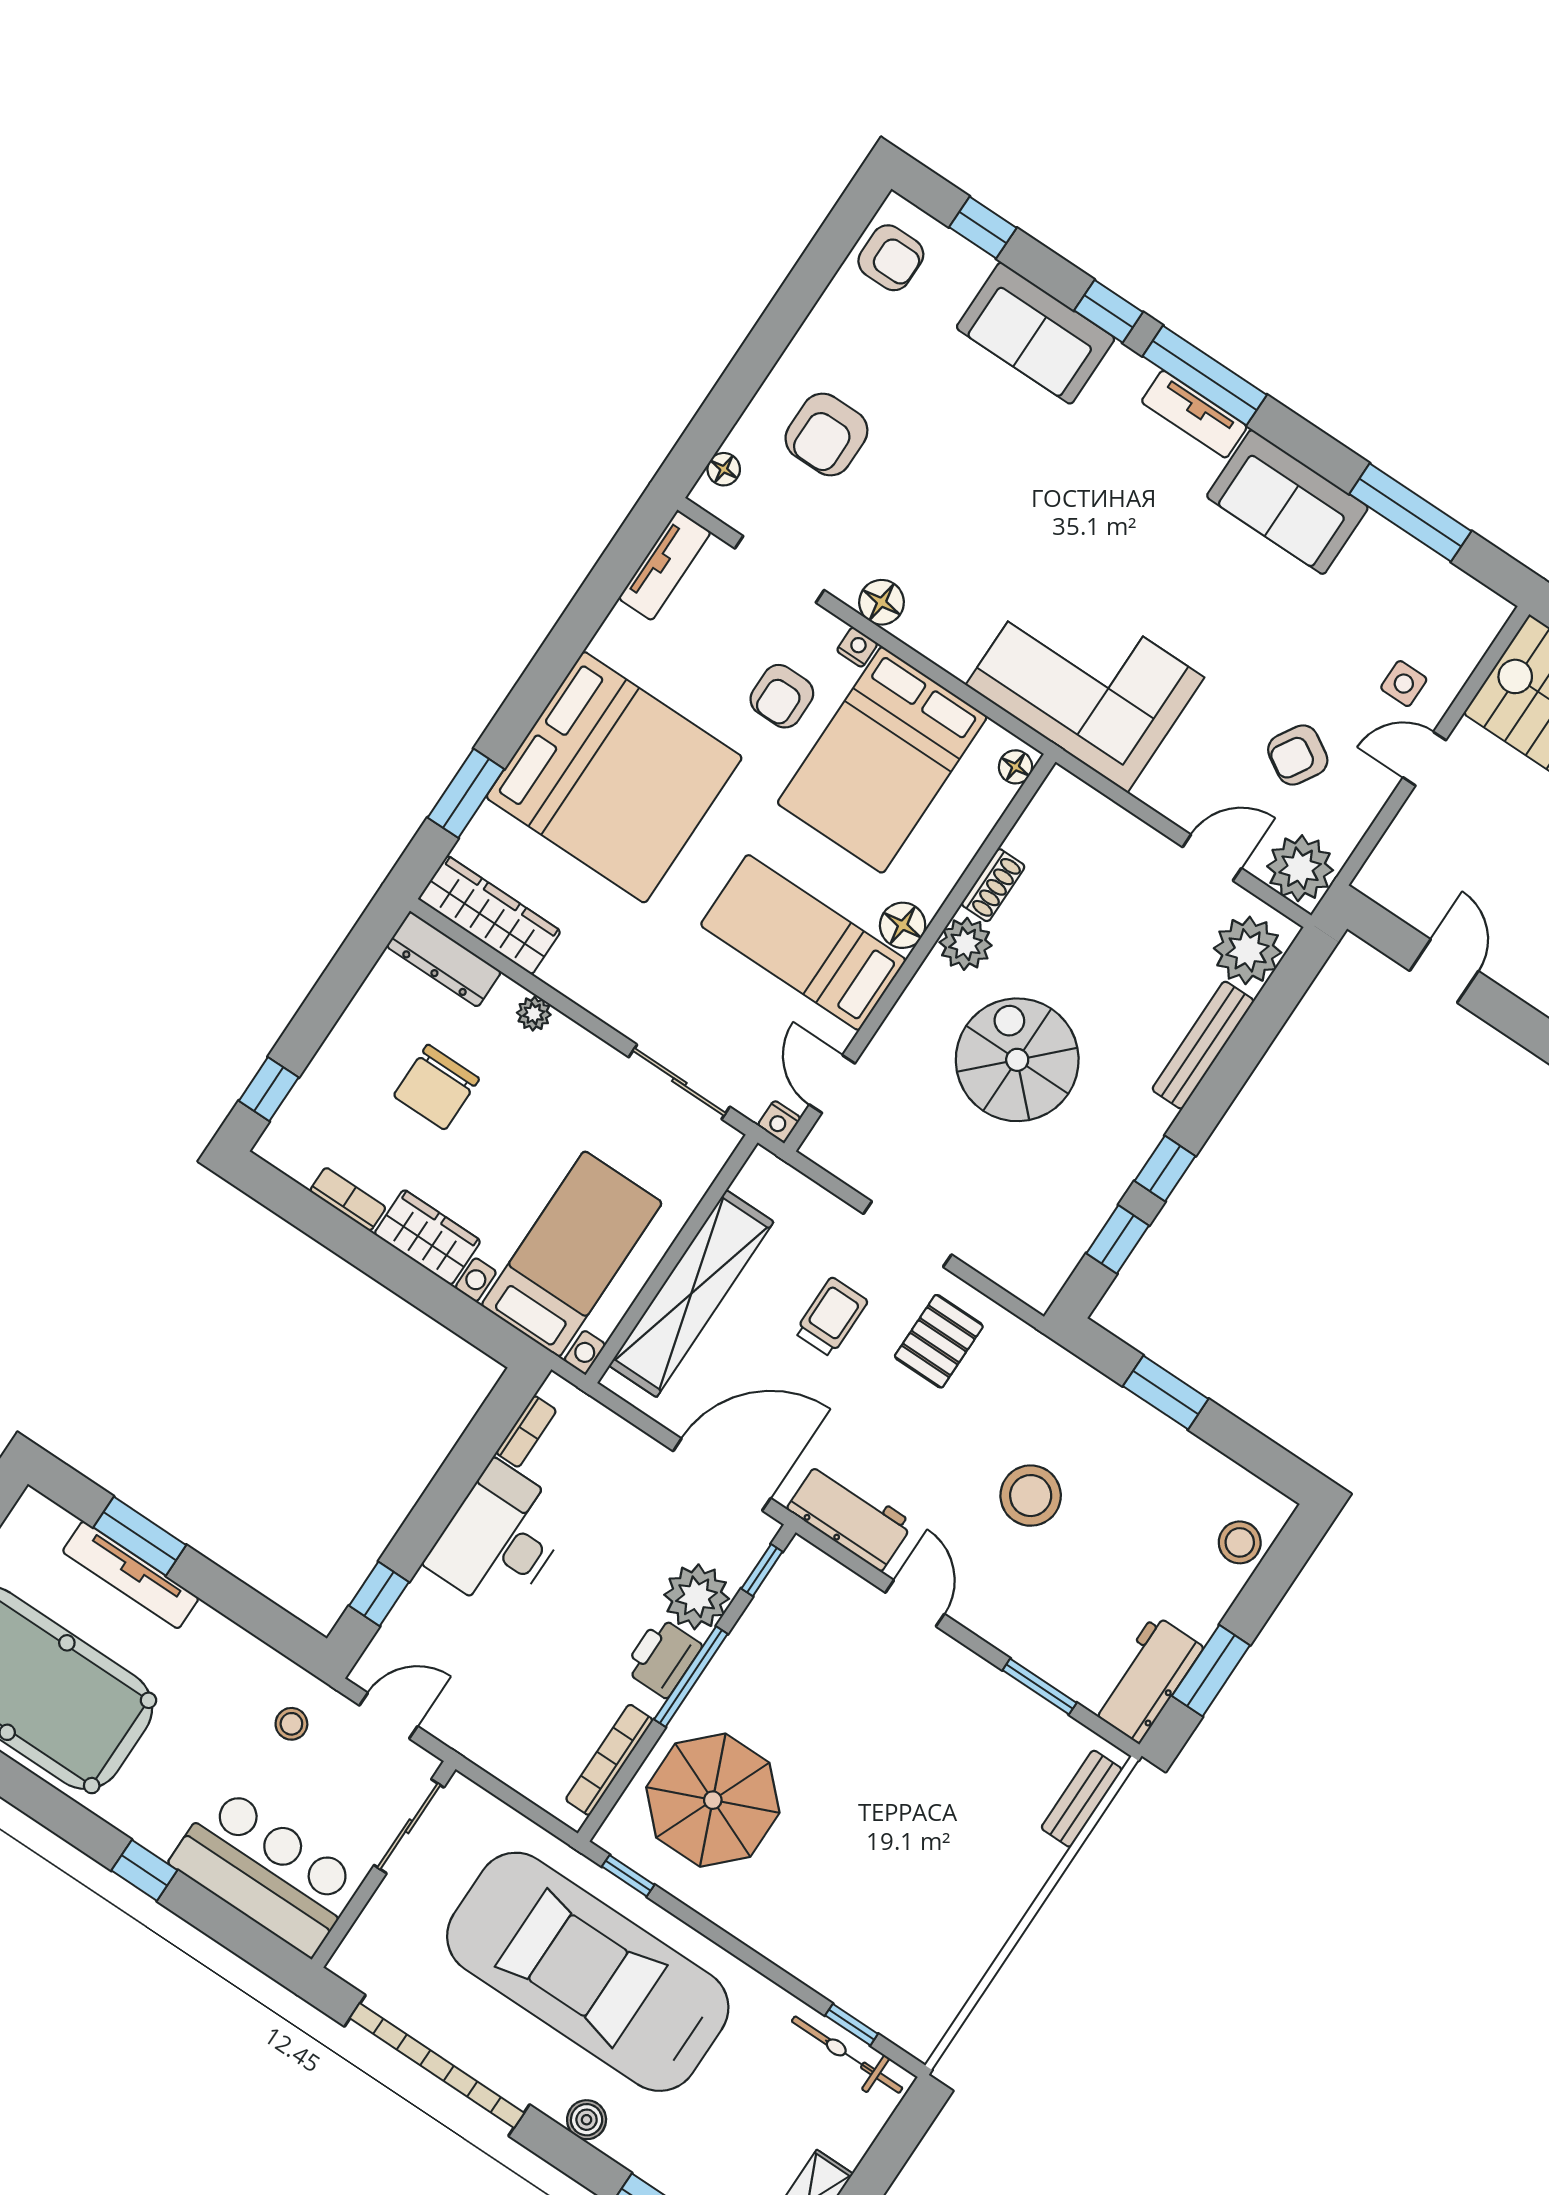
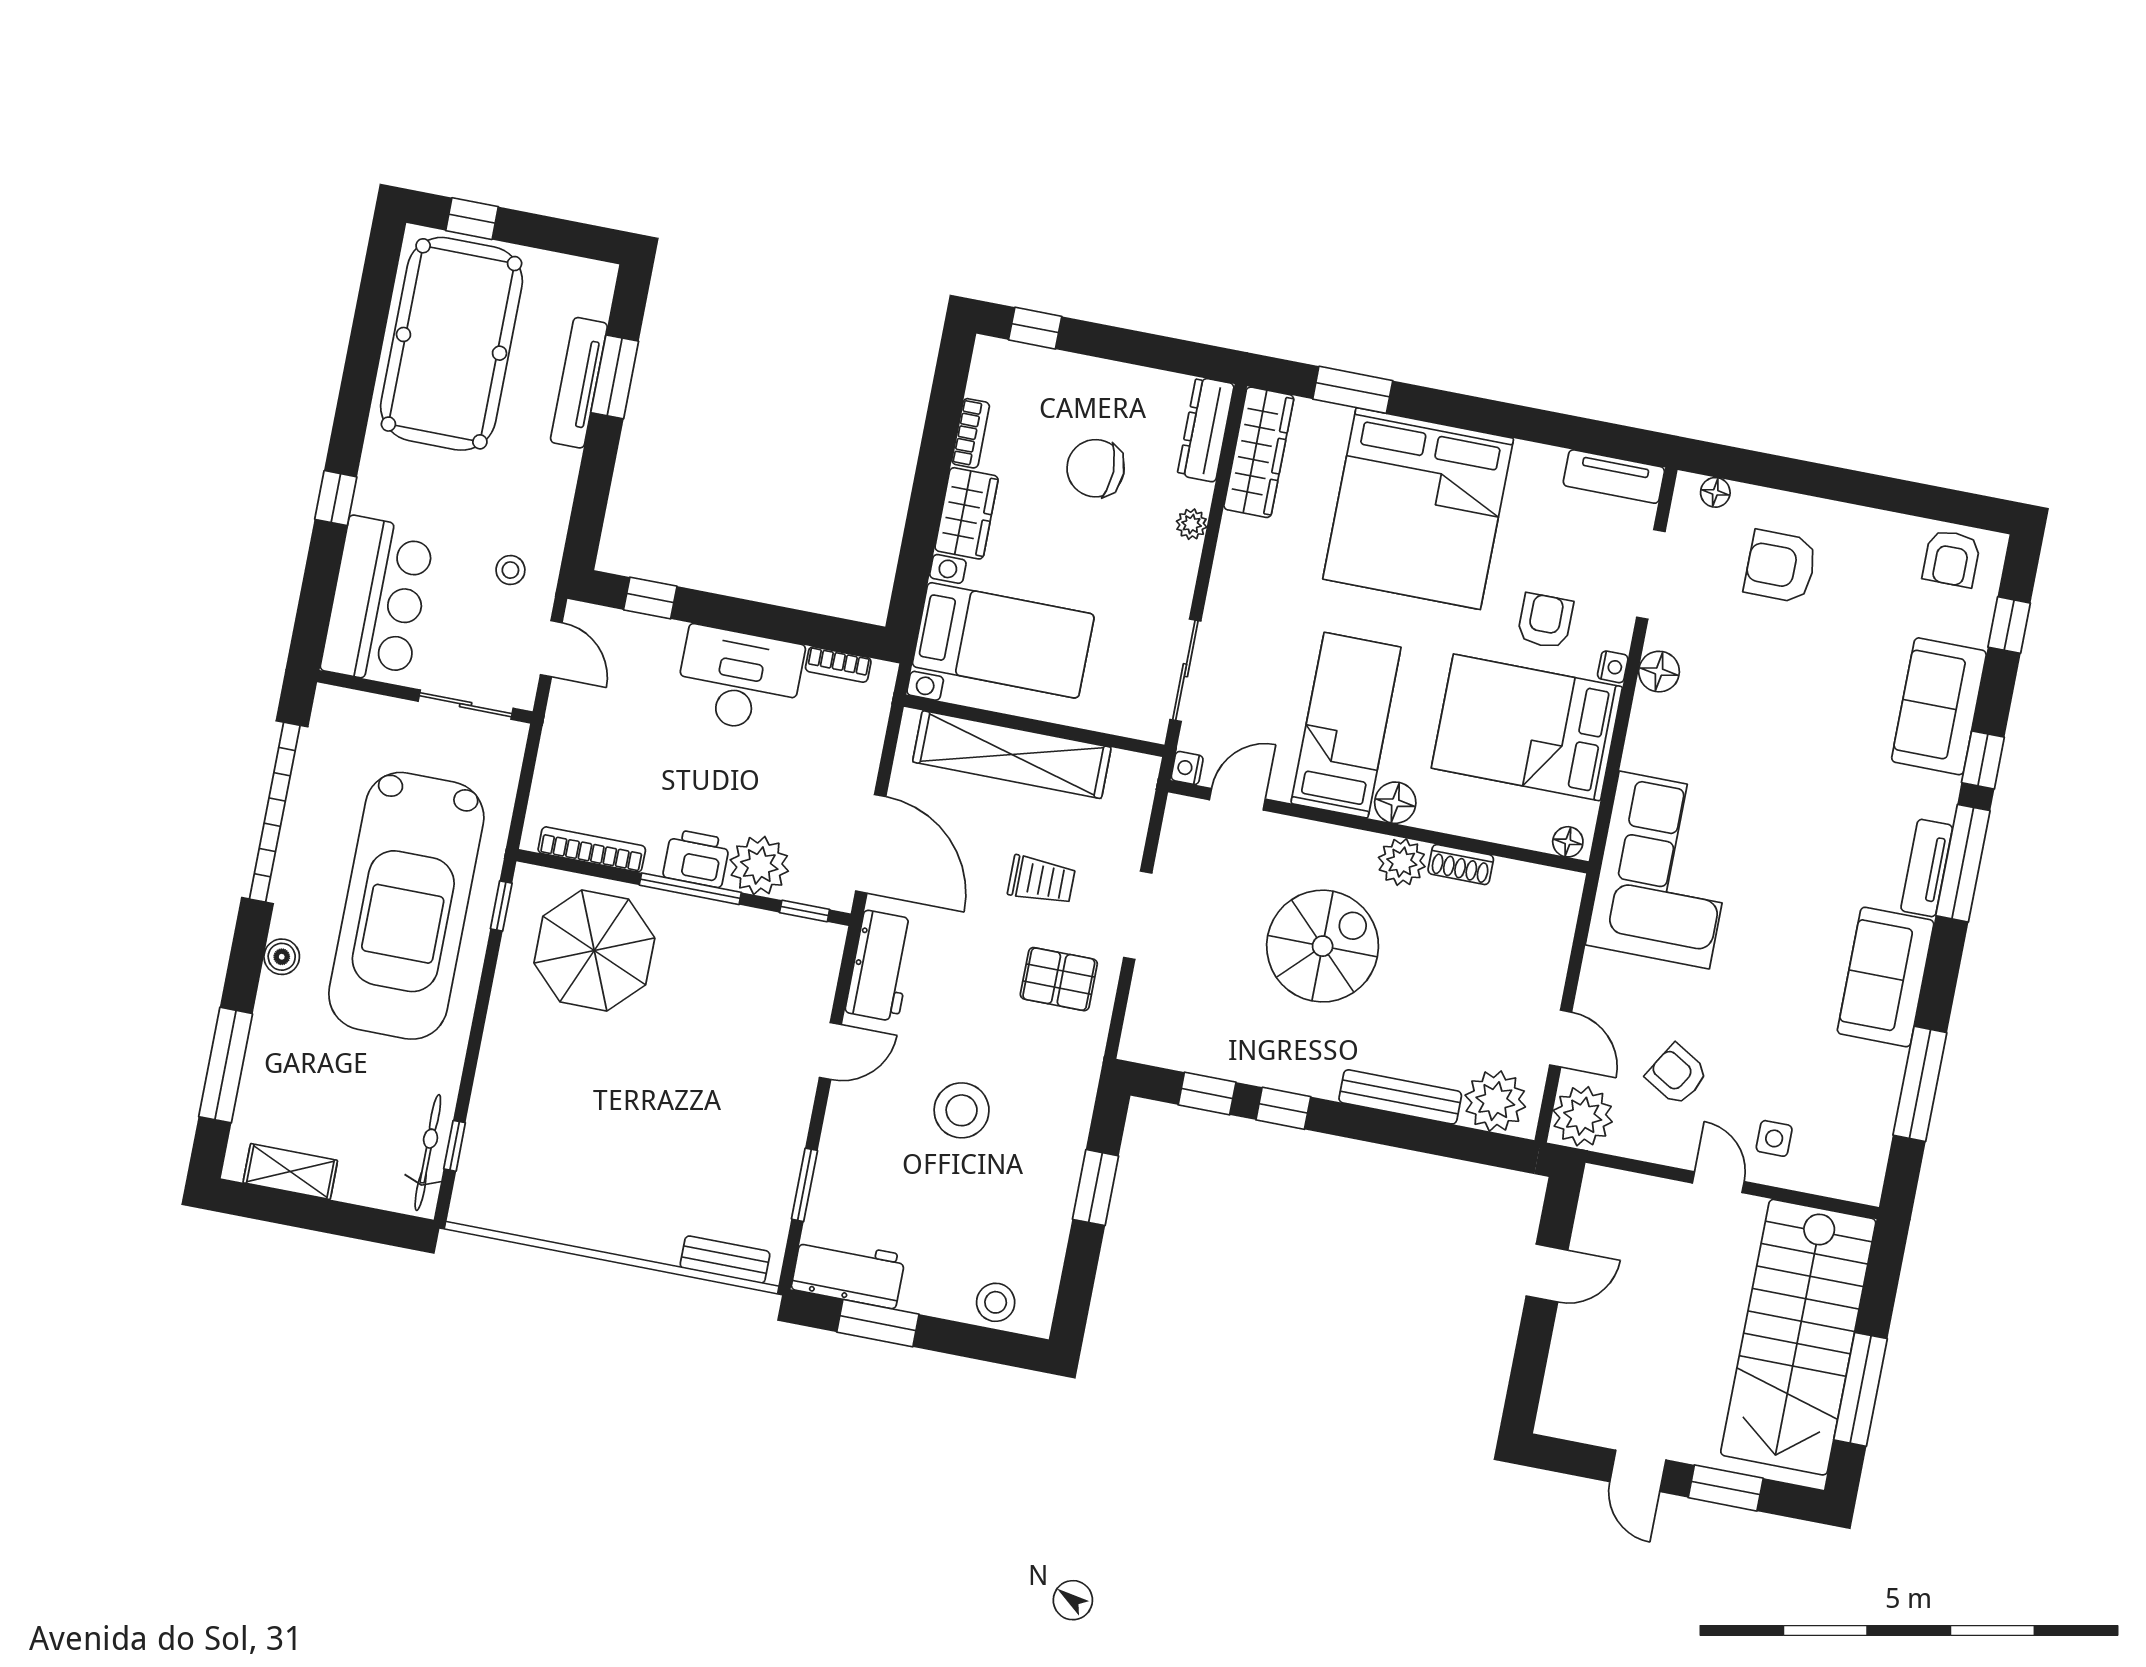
armchair: (782, 696) -> (1545, 621), turned 90
car: (588, 1972) -> (406, 906), turned 180

